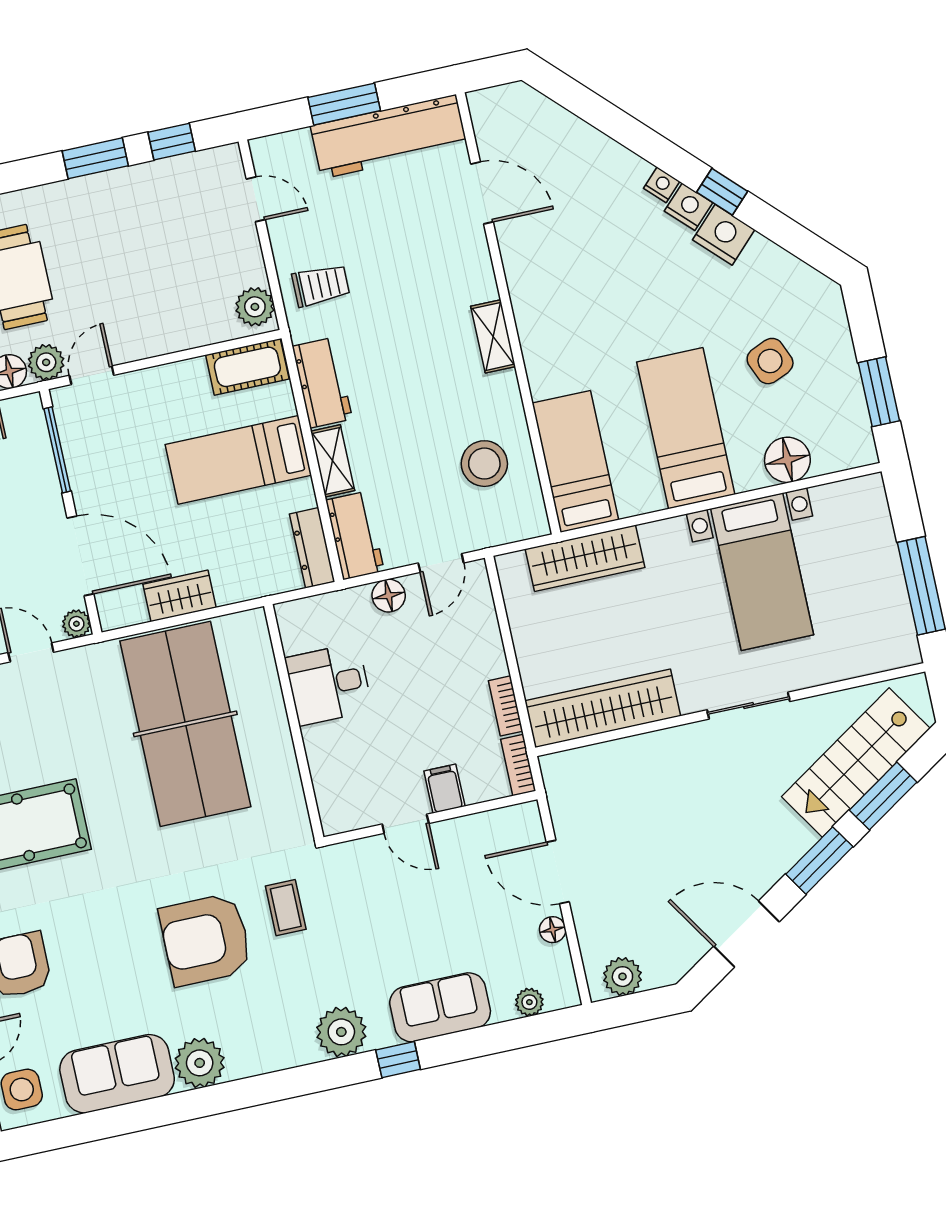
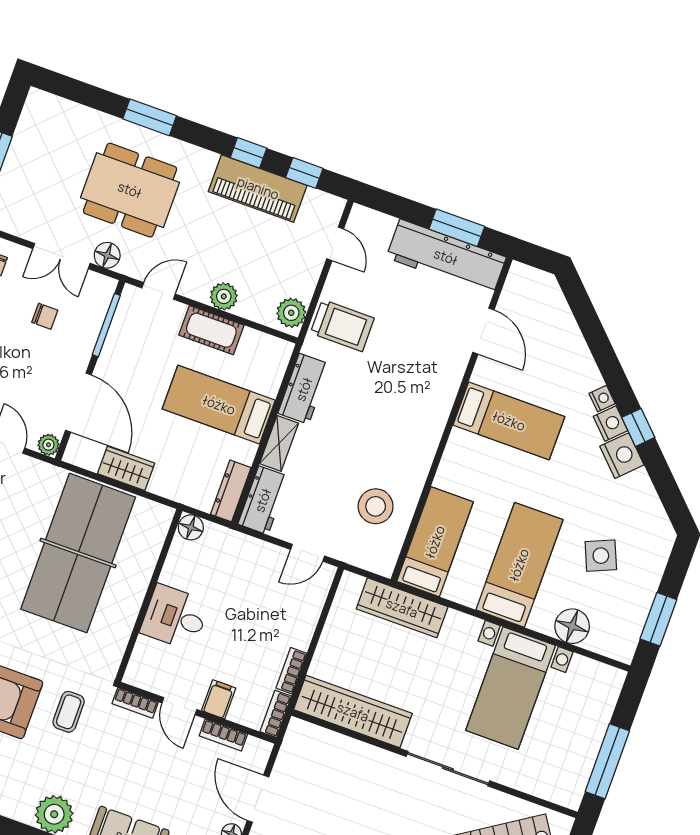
window: (344, 104) -> (457, 228), moved
window: (95, 158) -> (248, 153), width x0.67
piano: (130, 192) -> (258, 188), added
bed: (573, 275) -> (509, 421), added
trolley: (321, 285) -> (342, 326), width x1.36, depth x1.39
shelving: (493, 336) -> (433, 428), removed
plant: (46, 362) -> (224, 296), moved
cot: (247, 367) -> (211, 330), moved
floor lamp: (389, 596) -> (191, 527), moved
desk: (329, 684) -> (175, 617), moved
sliding door: (748, 706) -> (448, 769), width x1.37
bookcase: (475, 825) -> (223, 735), added
bookcase: (354, 851) -> (135, 703), added

